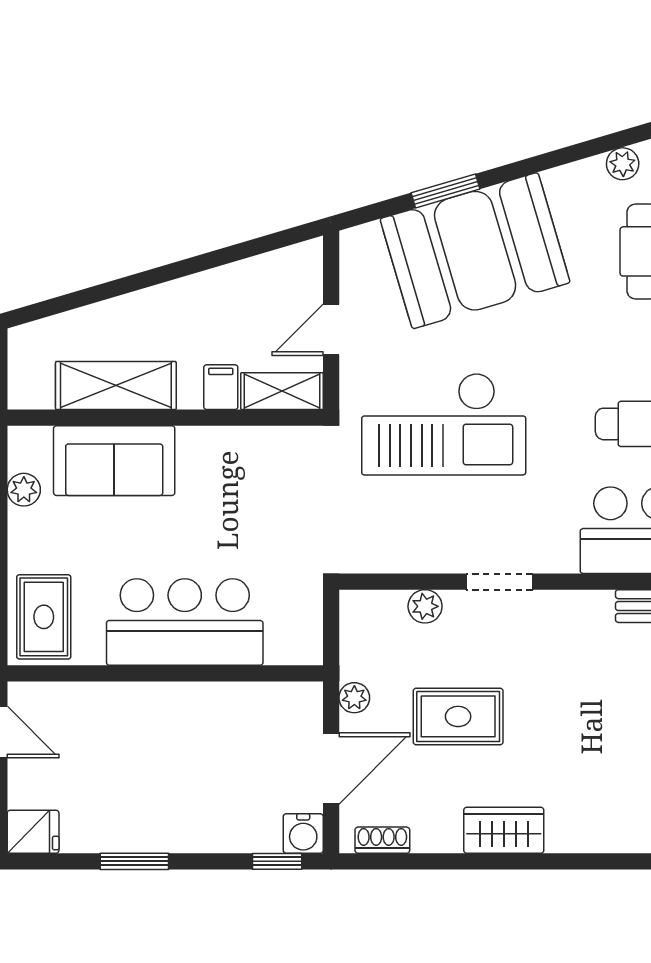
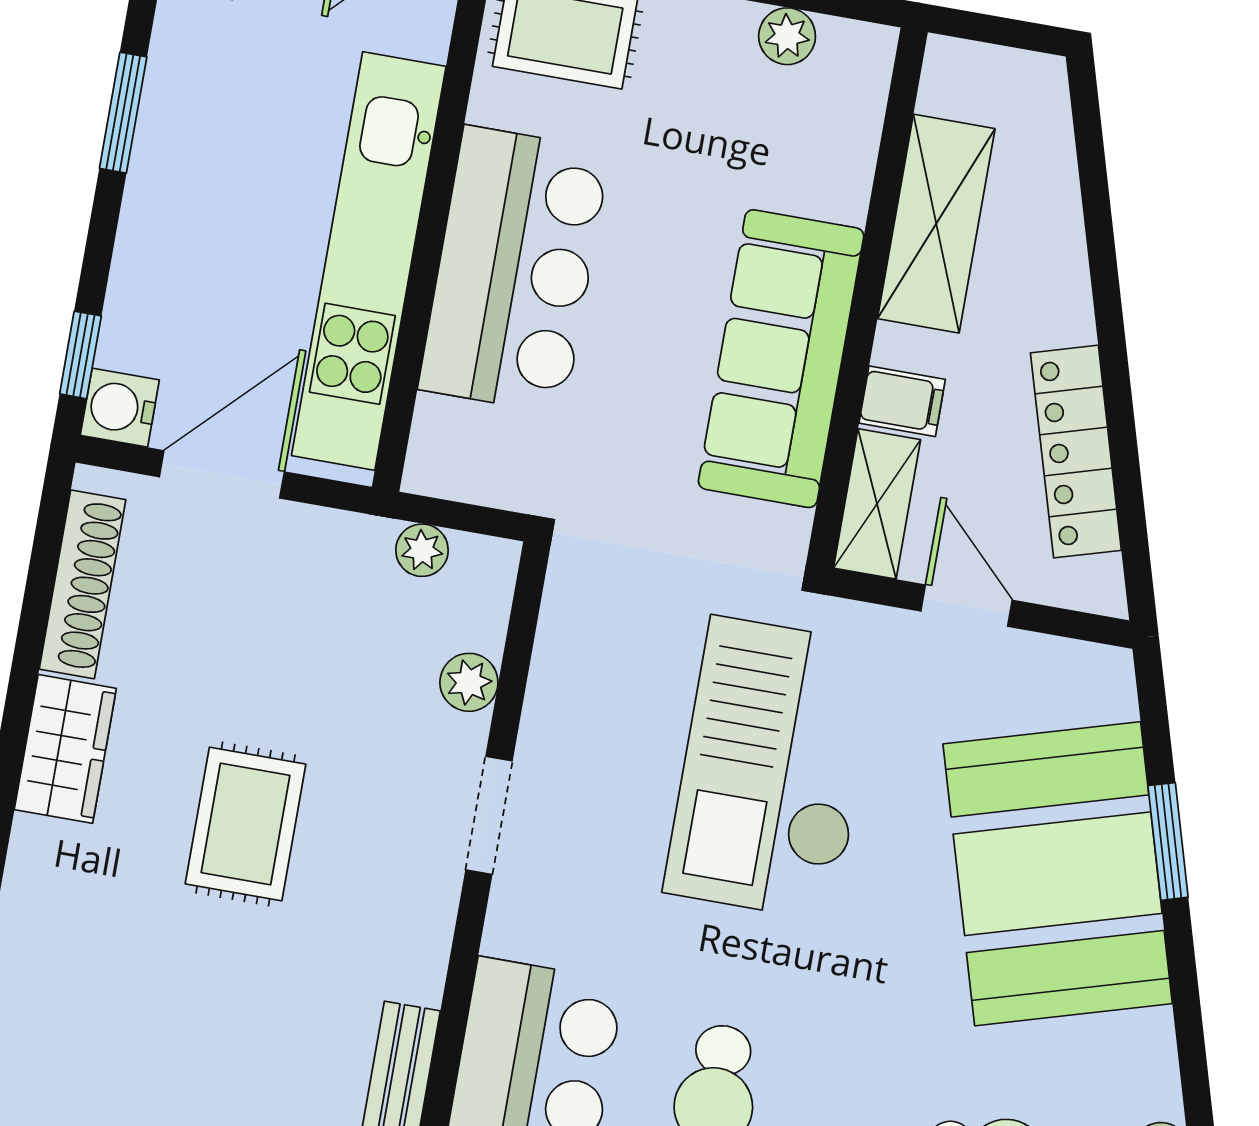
locker: (232, 283) -> (1076, 452), added
sofa: (114, 461) -> (781, 359), moved, width x1.36
plant: (354, 698) -> (422, 550), moved
kitchen unit: (194, 706) -> (369, 261), added
rug: (458, 716) -> (246, 824), moved
door: (331, 769) -> (222, 474), swing flipped
shoe rack: (382, 840) -> (82, 584), width x1.94, depth x1.24

